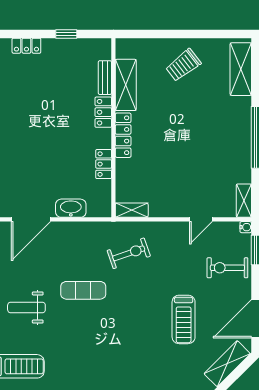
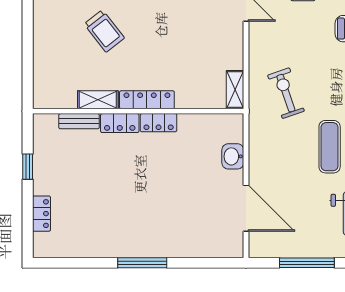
trolley: (183, 65) -> (104, 31), moved
shelving: (126, 85) -> (98, 100), width x0.67, depth x0.75
locker: (104, 164) -> (159, 123), moved
washbasin: (71, 208) -> (233, 156), width x0.72

